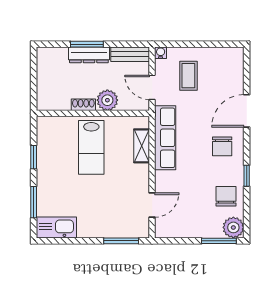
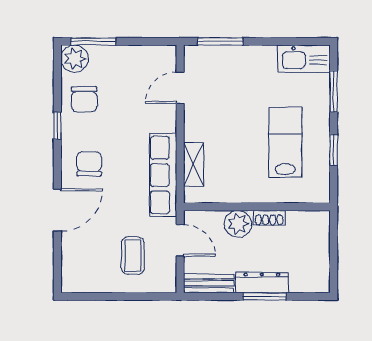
water cooler: (161, 53) -> (169, 285), removed
lab bench: (91, 147) -> (285, 142), moved

